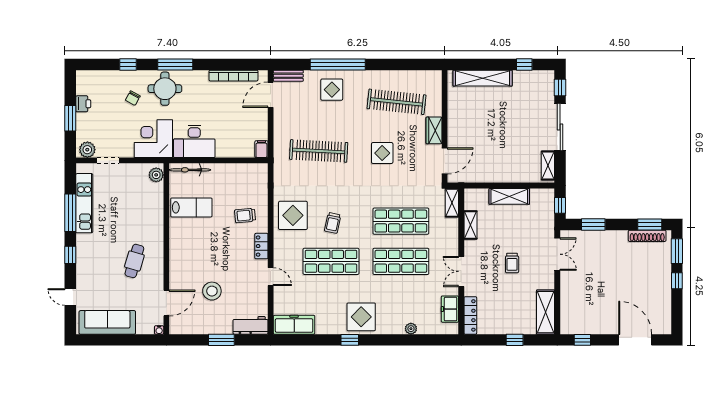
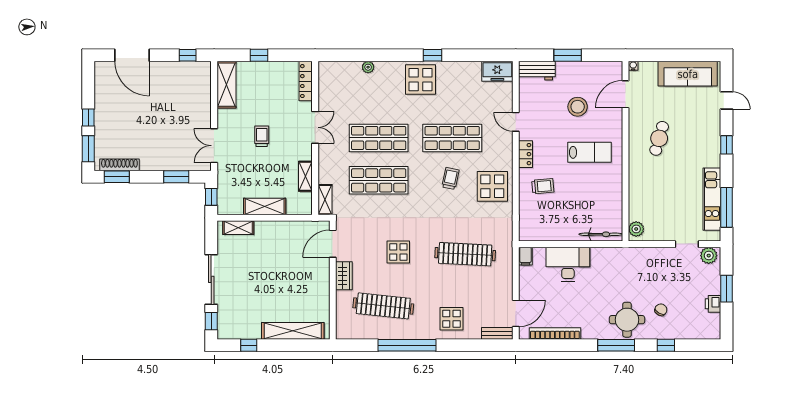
window: (338, 64) -> (407, 345), moved
corner desk: (153, 139) -> (639, 267), removed
desk: (194, 141) -> (568, 264), moved
shelving: (548, 165) -> (238, 228), moved, turned 90
lab bench: (191, 207) -> (589, 152), moved, turned 180
window: (70, 213) -> (727, 207), moved
freezer: (450, 309) -> (327, 88), removed
freezer: (294, 325) -> (497, 71), width x0.71

